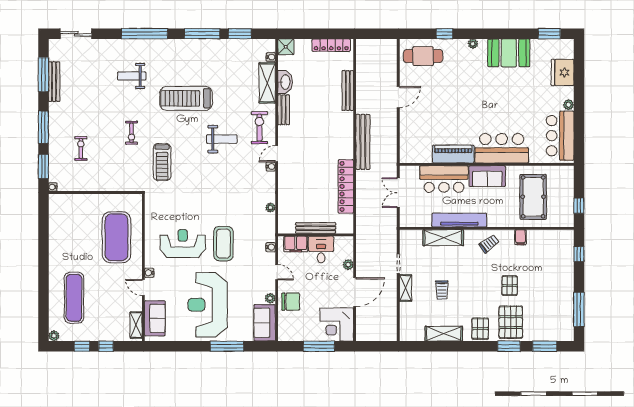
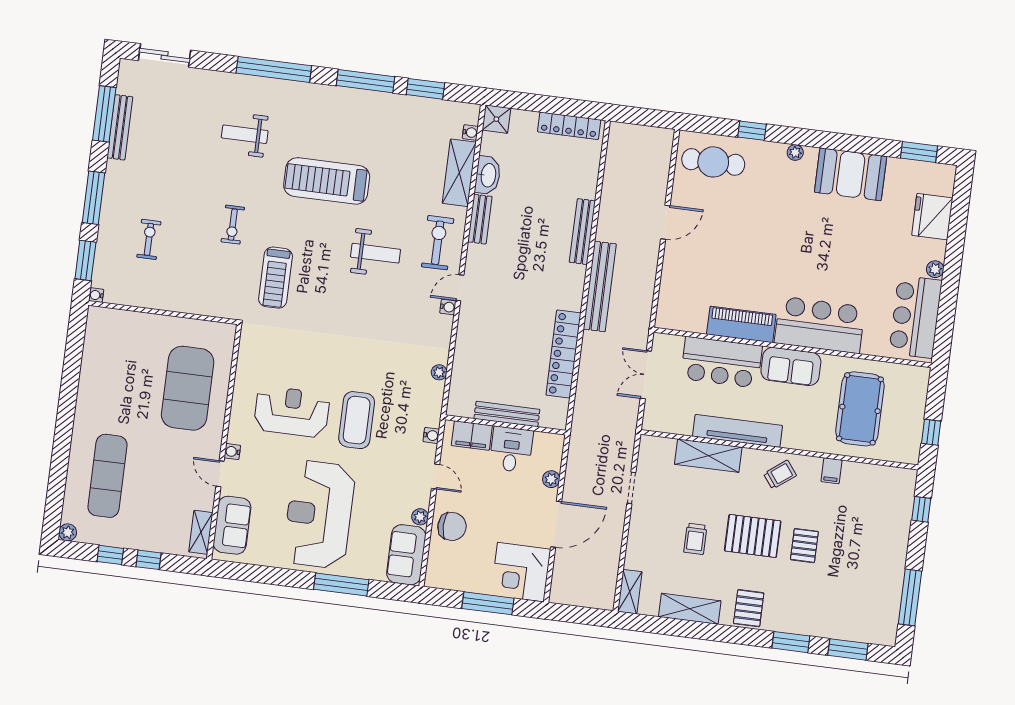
bench: (348, 91) -> (582, 232), moved
shelving: (406, 288) -> (630, 592), moved
pallet: (511, 322) -> (753, 536), moved, turned 90

